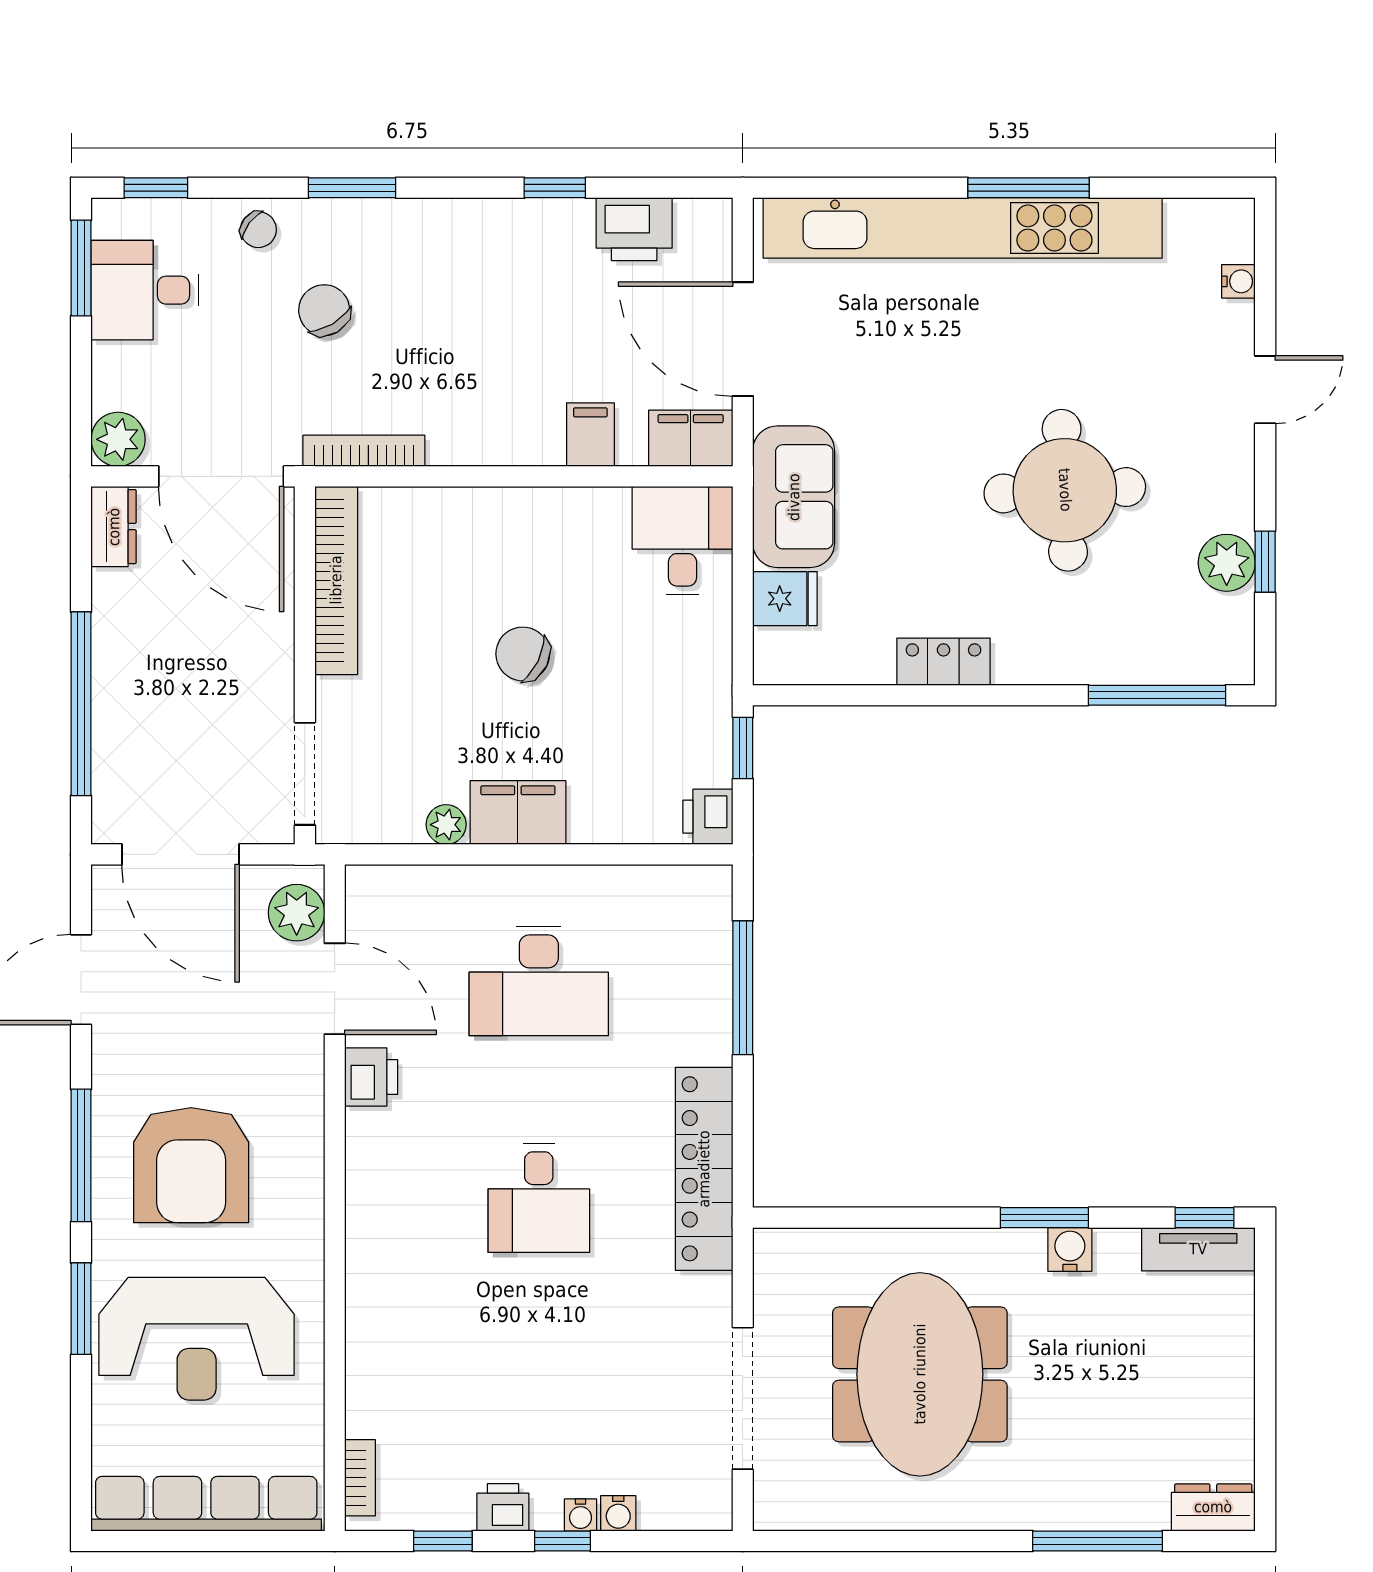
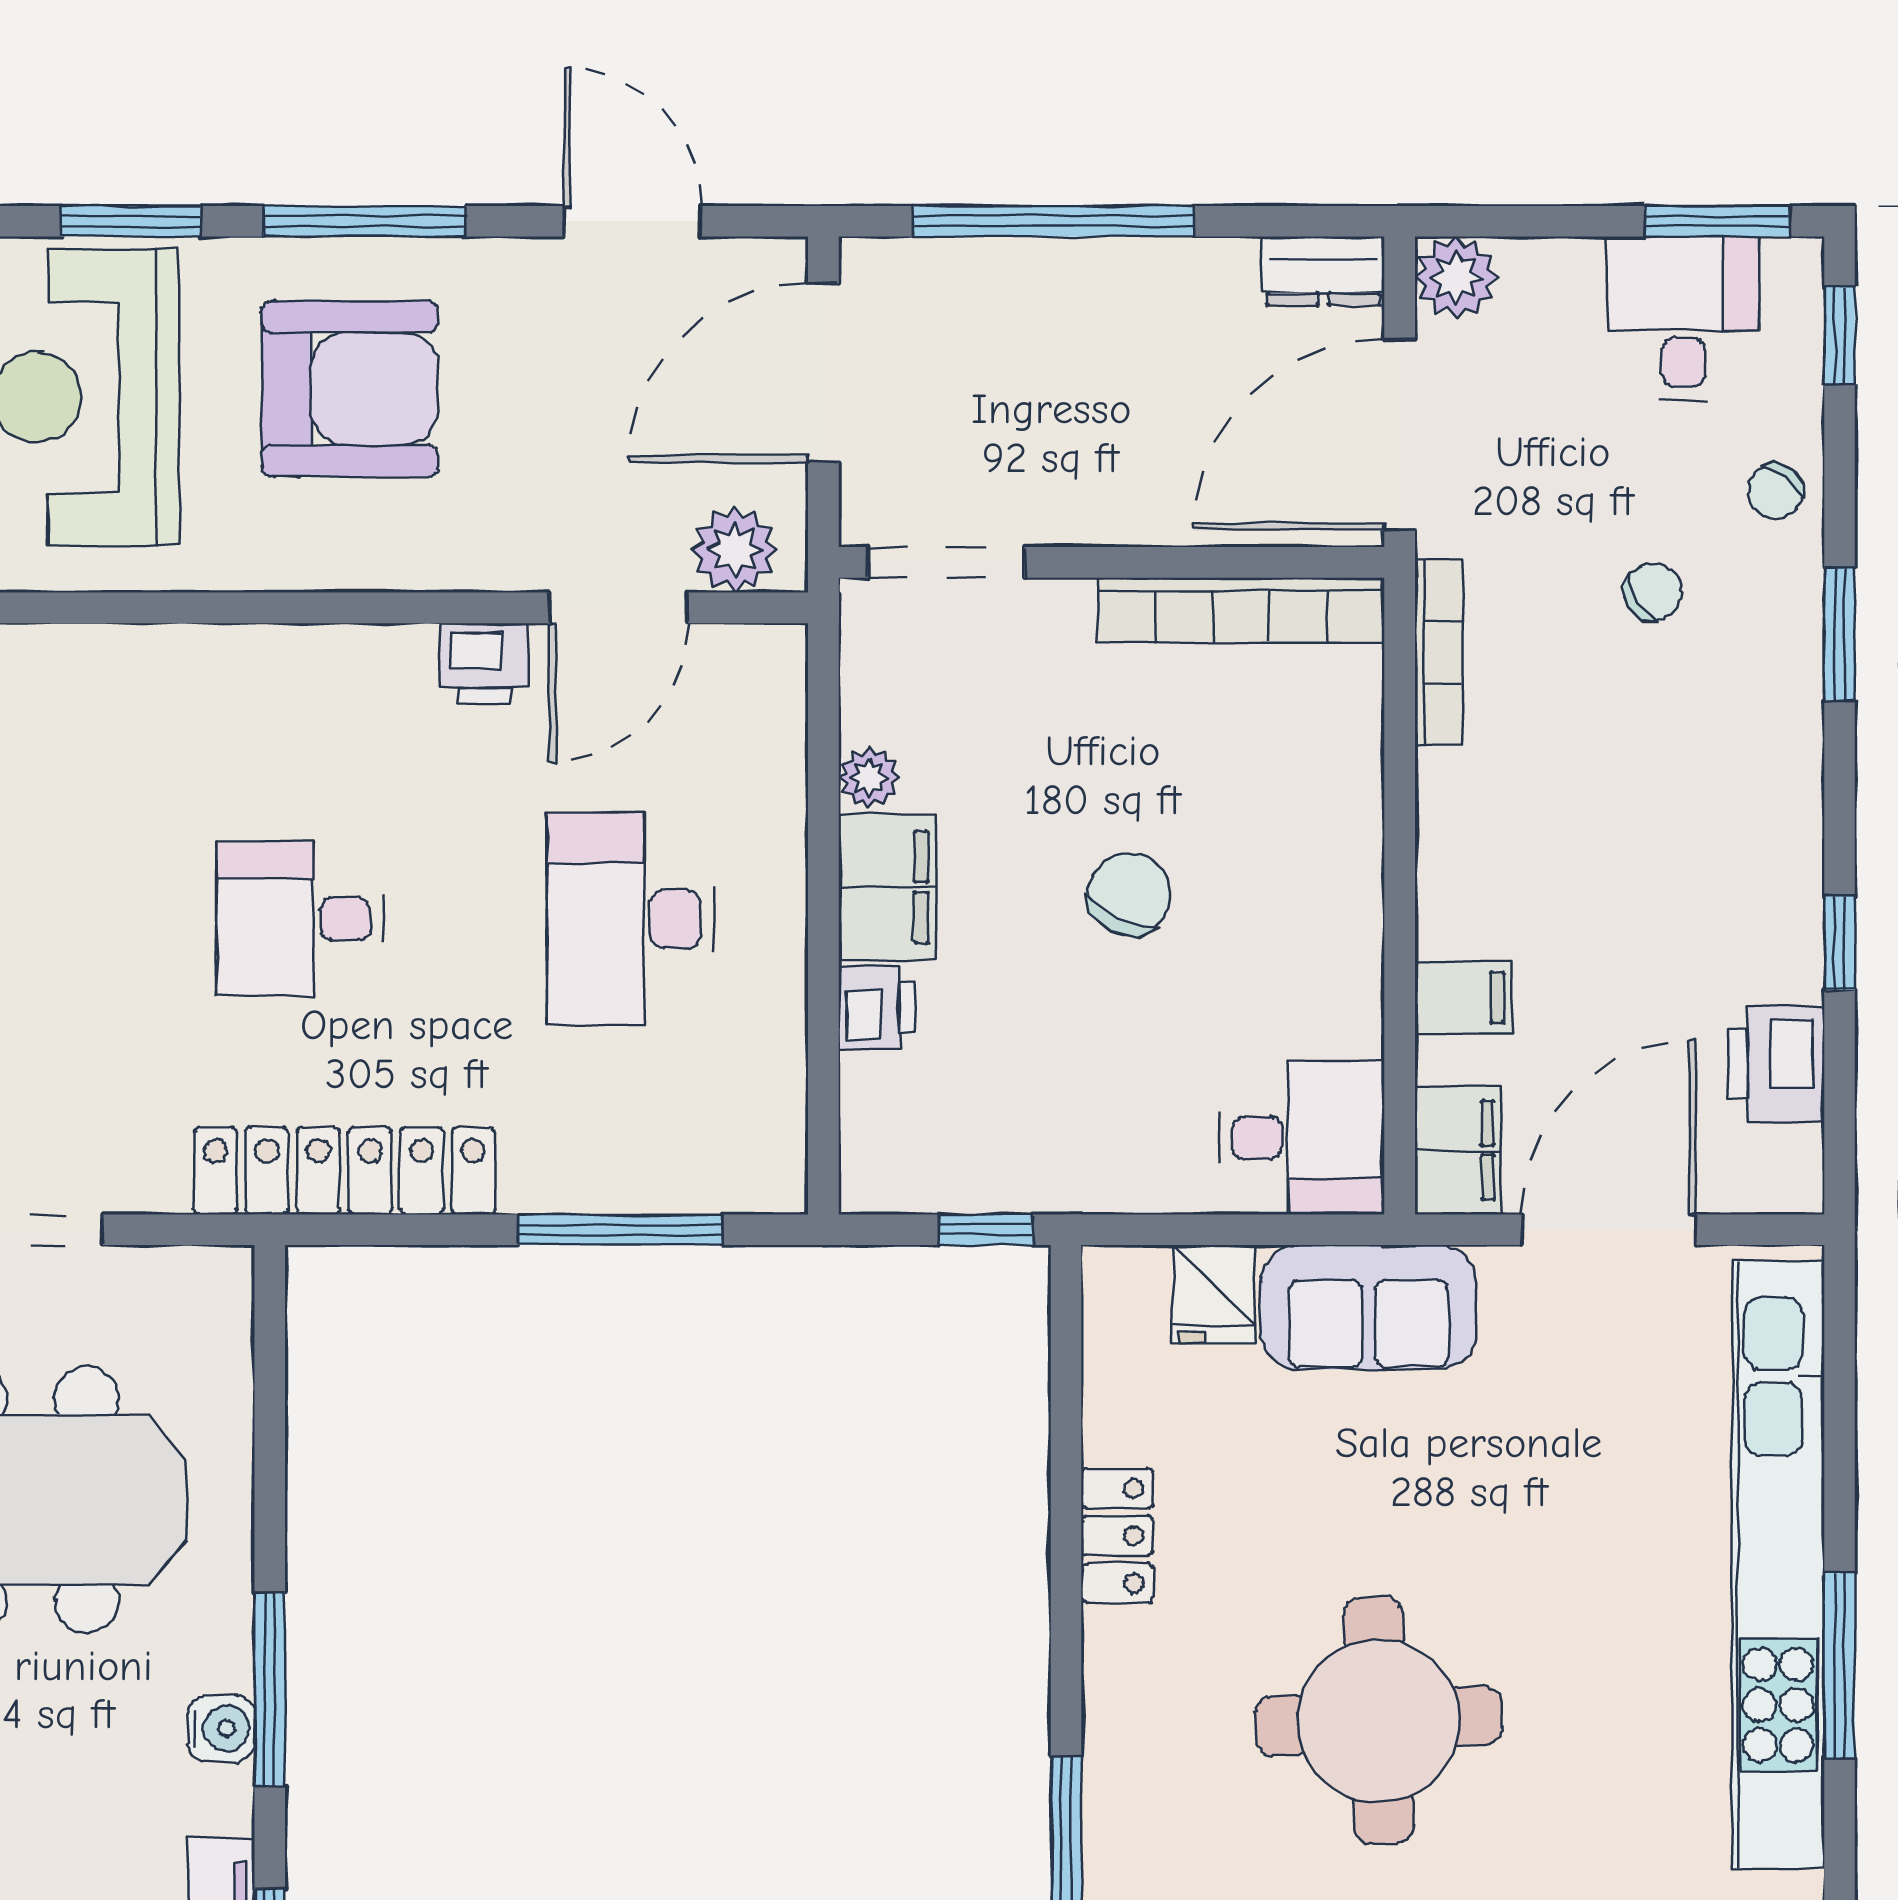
chair: (324, 310) -> (1653, 592), width x0.73, depth x0.73
printer: (708, 817) -> (877, 1008), moved, turned 90
armchair: (191, 1165) -> (350, 389), turned 180
window: (1044, 1218) -> (270, 1689), width x1.44

